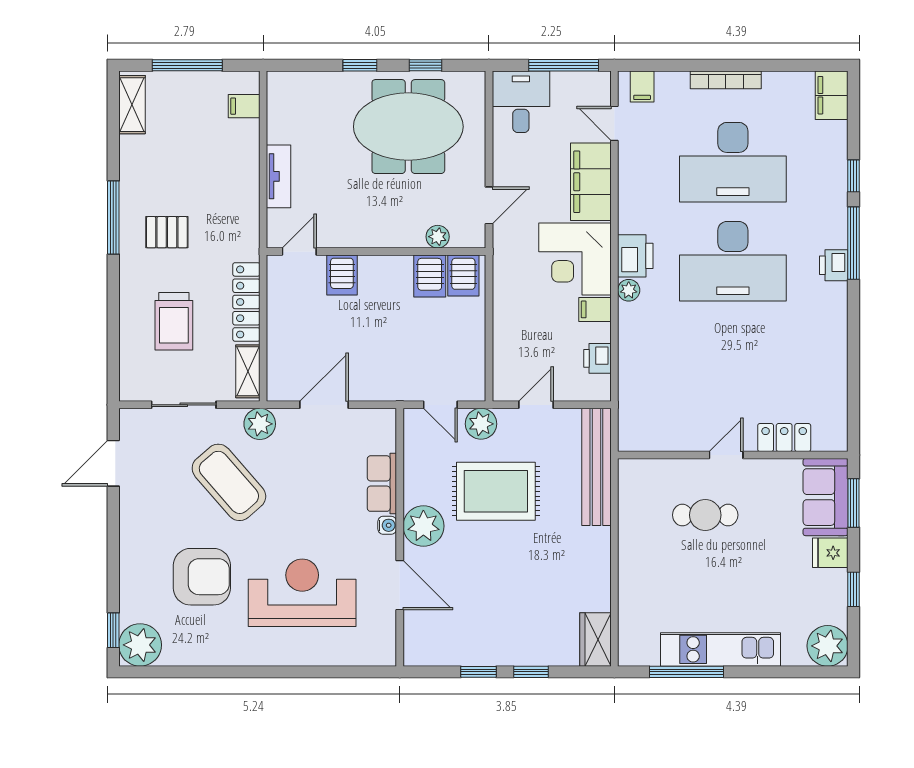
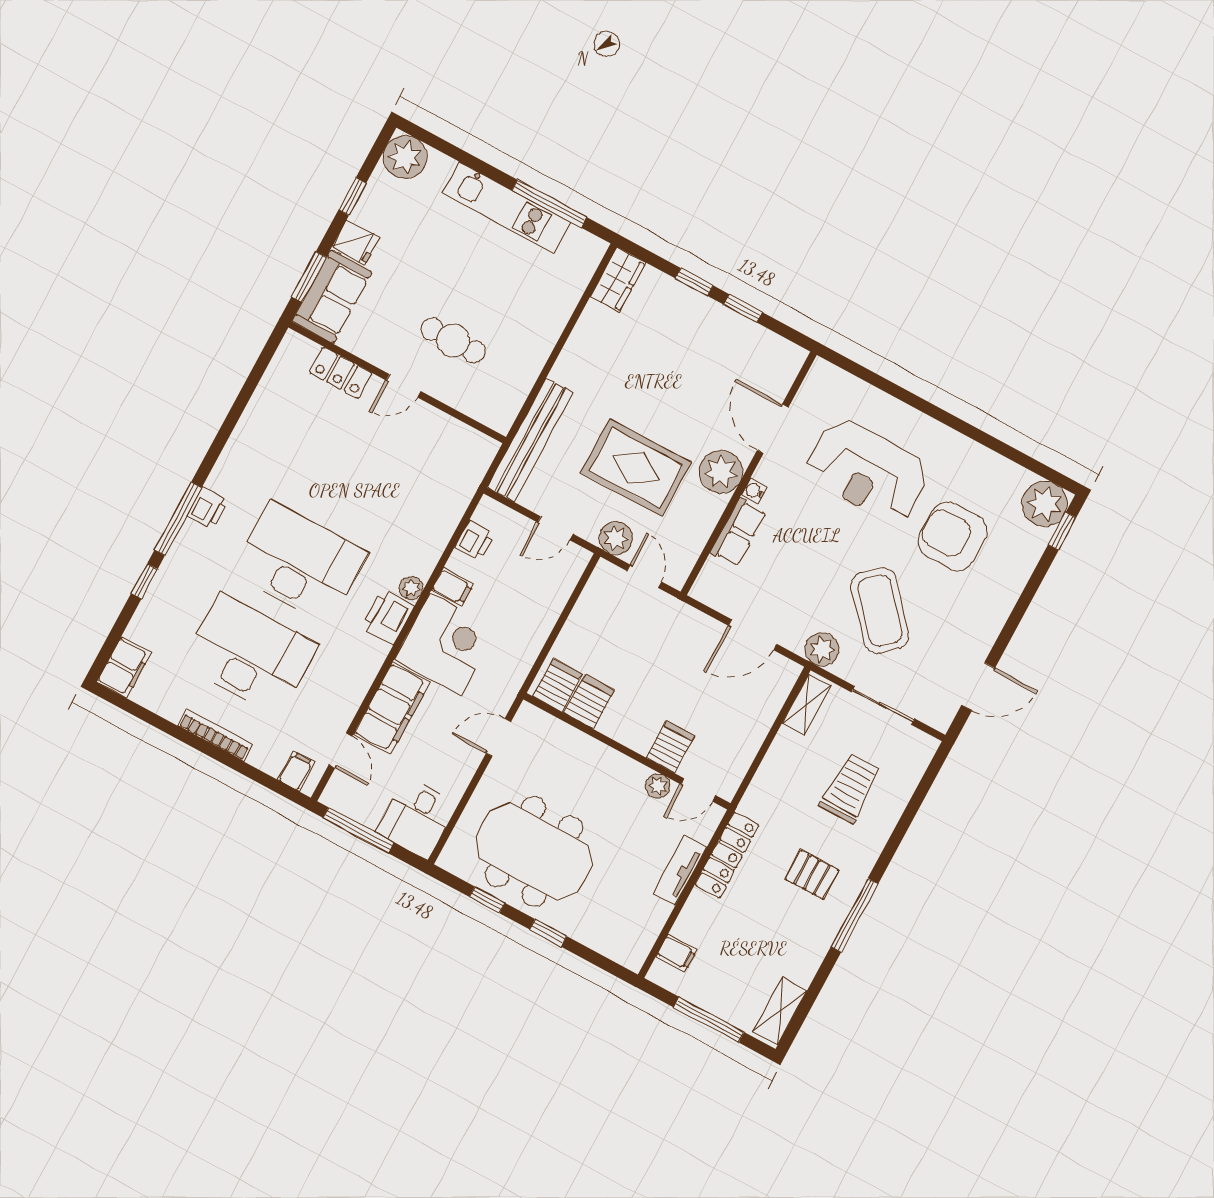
plant: (438, 237) -> (658, 786), moved
locker: (246, 302) -> (727, 855), moved

